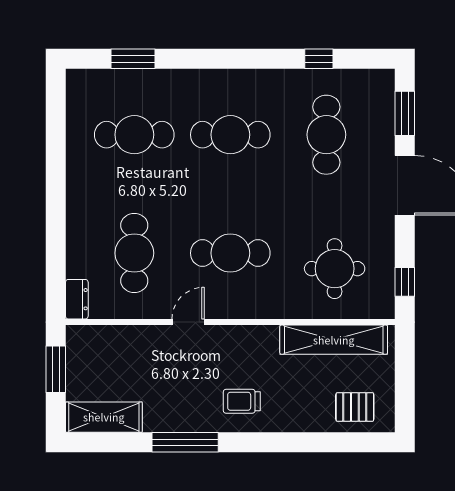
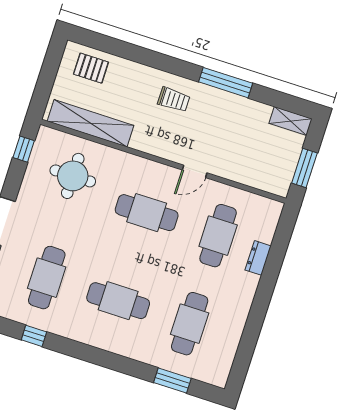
cafe table: (134, 135) -> (190, 324), turned 90
dresser: (77, 299) -> (258, 258), moved
shelving: (104, 417) -> (291, 121), width x0.67, depth x0.75

